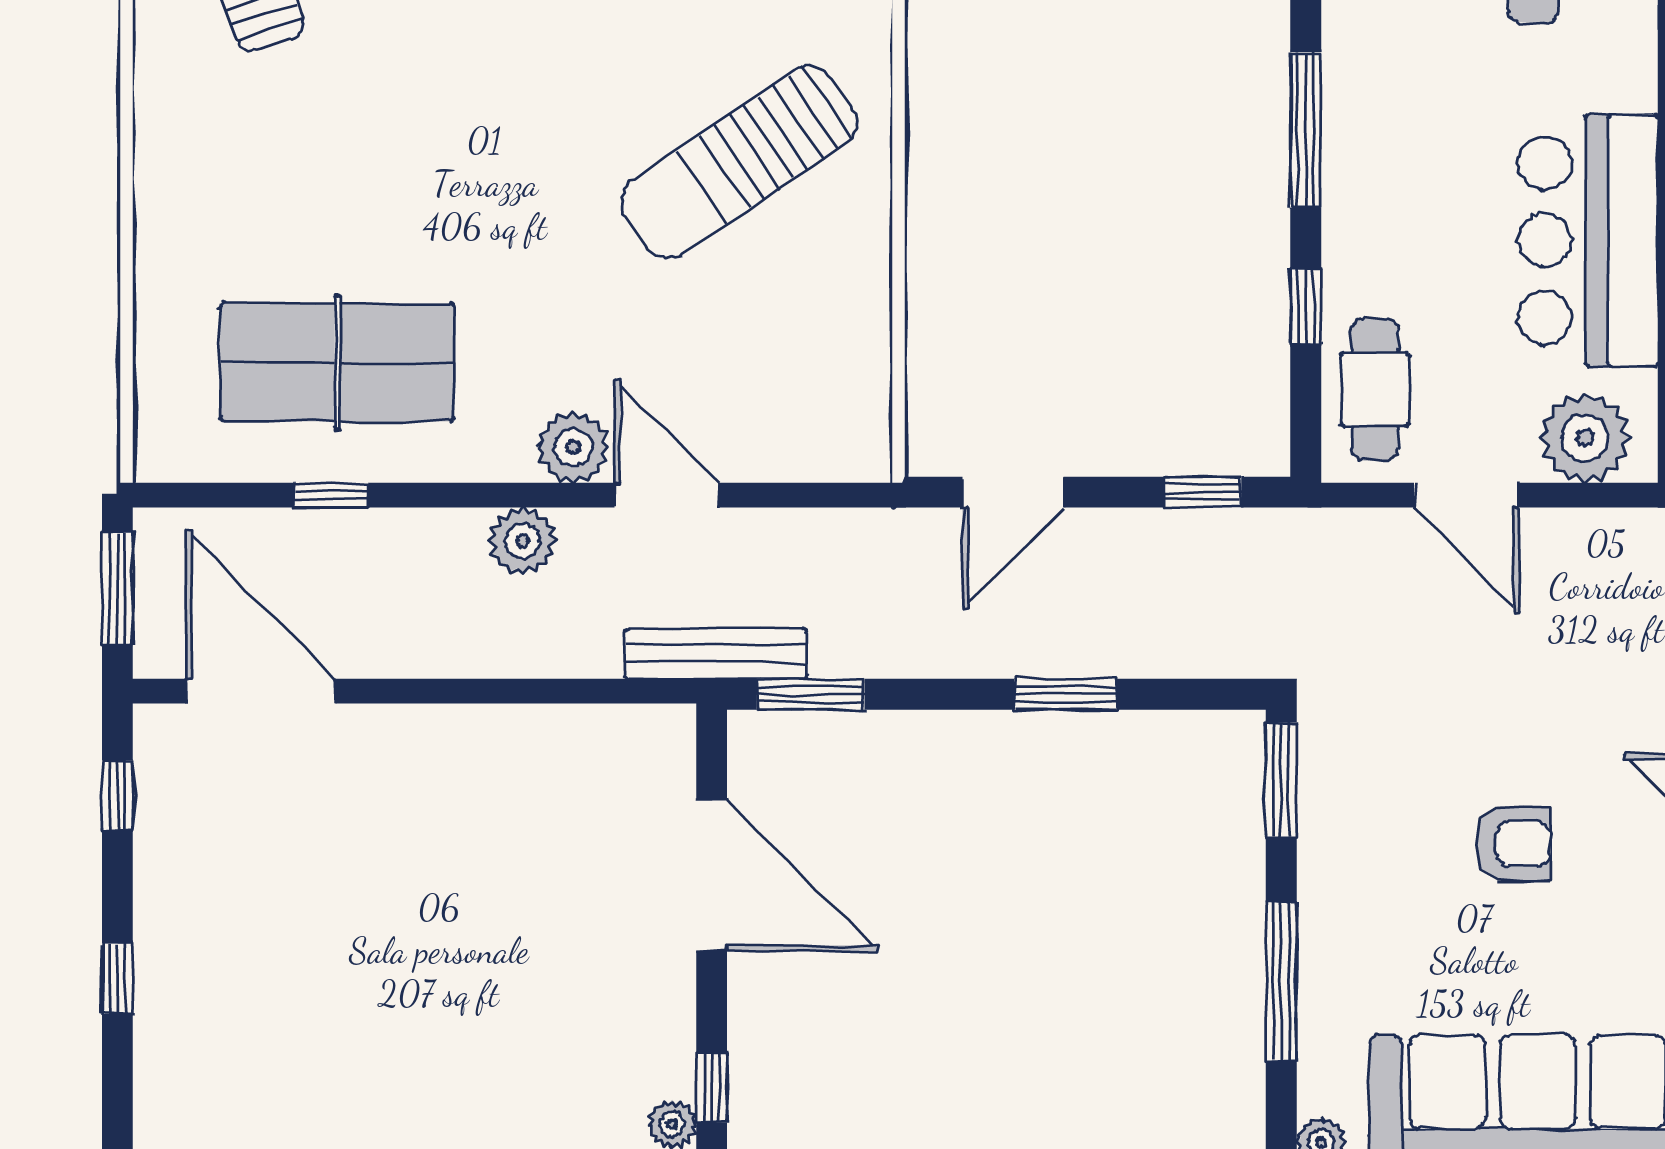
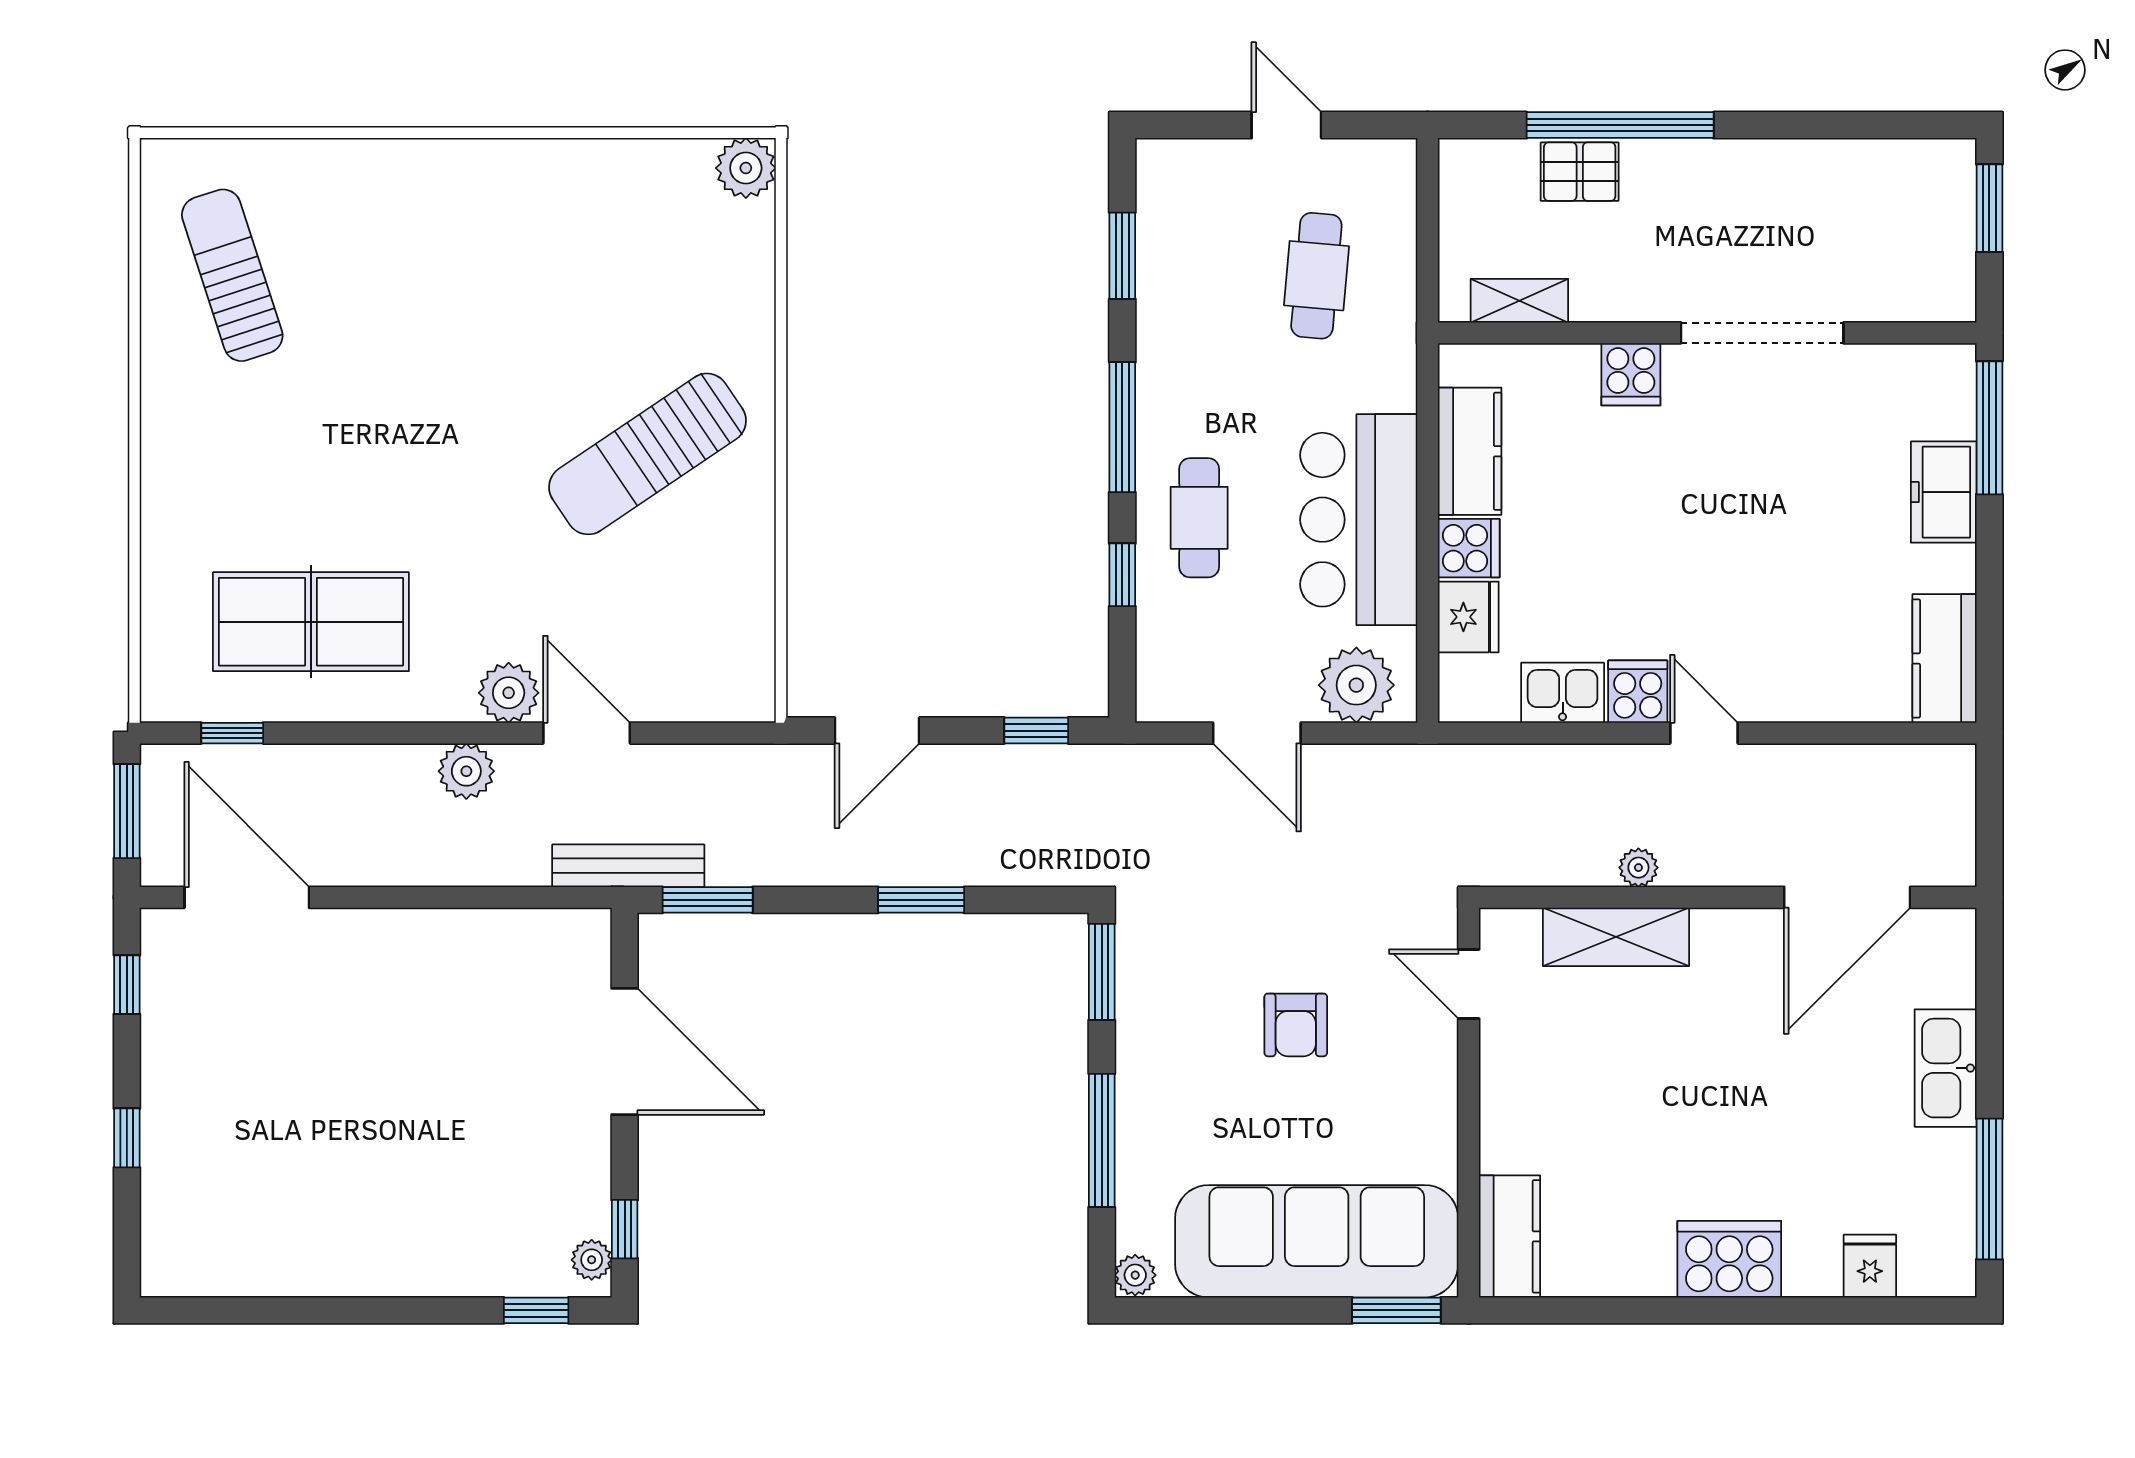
cafe table: (1375, 390) -> (1199, 518), moved
window: (331, 495) -> (232, 733), moved
armchair: (1513, 844) -> (1296, 1025), turned 90

